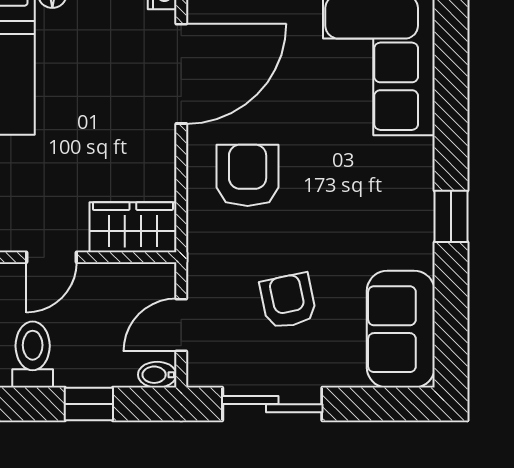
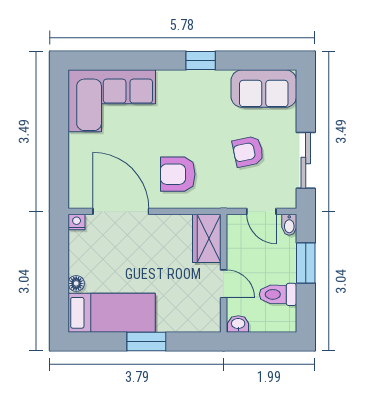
window: (89, 404) -> (306, 263), width x1.50

